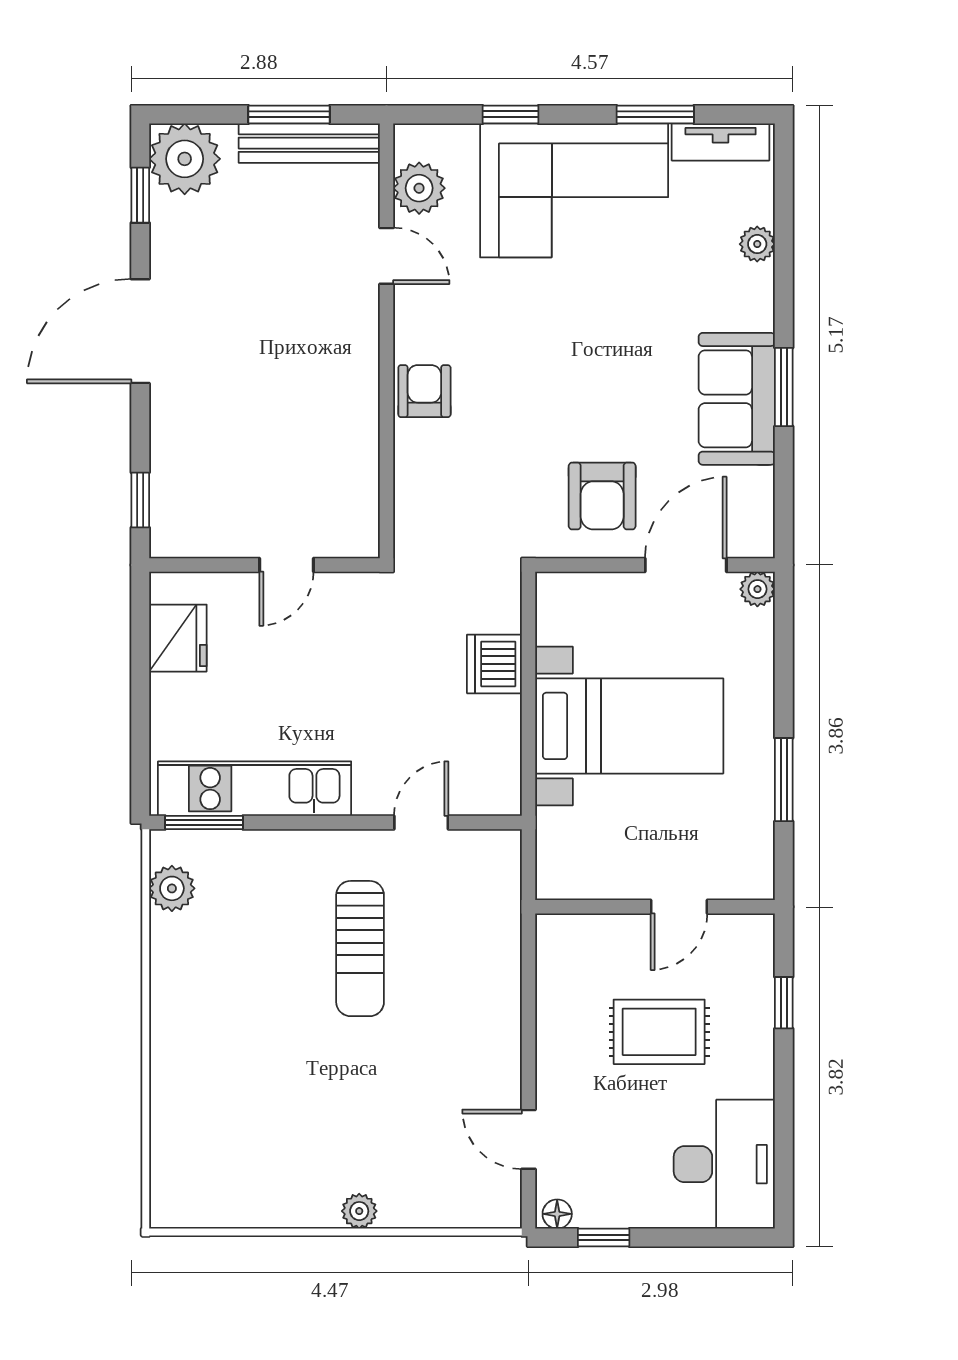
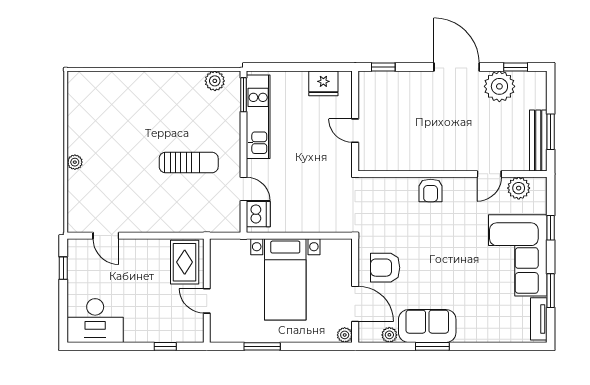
plant: (185, 159) -> (499, 86), moved
plant: (757, 244) -> (389, 335), moved
armchair: (424, 391) -> (431, 190), turned 90
dishwasher: (494, 664) -> (258, 214), moved, turned 90
sun lounger: (360, 949) -> (189, 163), turned 180
rug: (659, 1032) -> (185, 262), moved
door: (529, 1139) -> (106, 236), swing flipped
floor lamp: (557, 1214) -> (74, 248), removed

